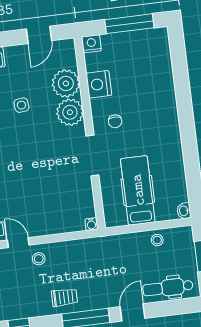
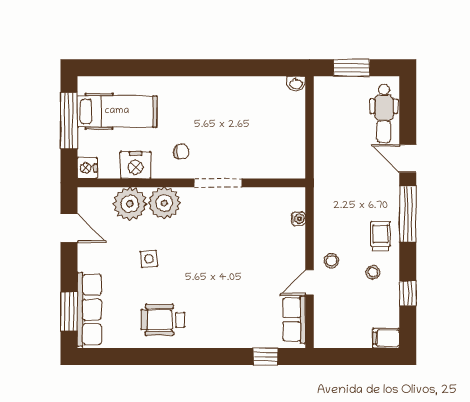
hospital bed: (138, 190) -> (117, 111), moved, turned 180
water cooler: (91, 224) -> (298, 219), moved
stool: (157, 240) -> (373, 272), moved

